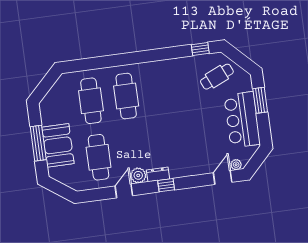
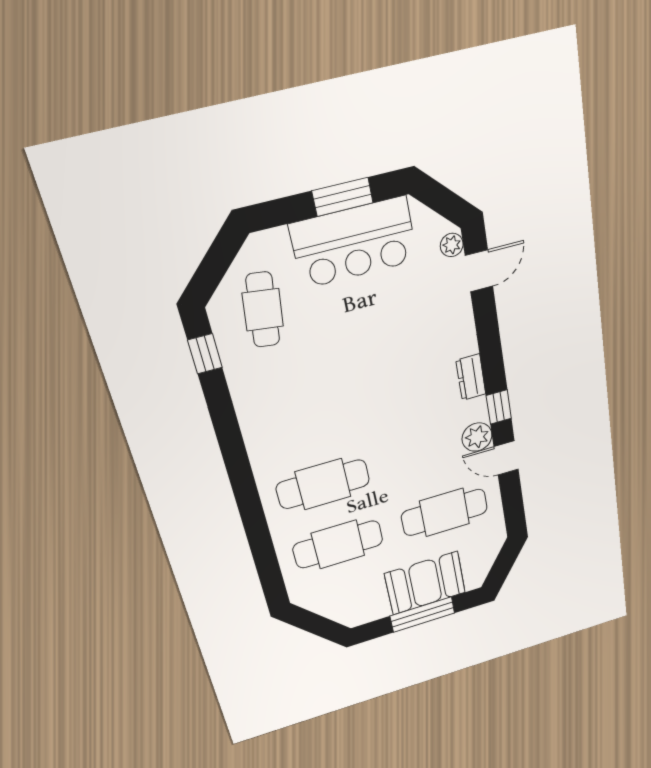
cafe table: (217, 77) -> (263, 310), turned 31
window: (260, 100) -> (343, 197), moved
dresser: (158, 174) -> (471, 377), moved
door: (223, 177) -> (479, 271), swing flipped
window: (166, 185) -> (499, 407), moved

